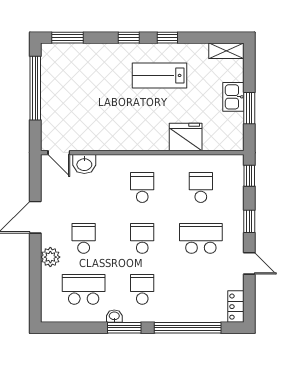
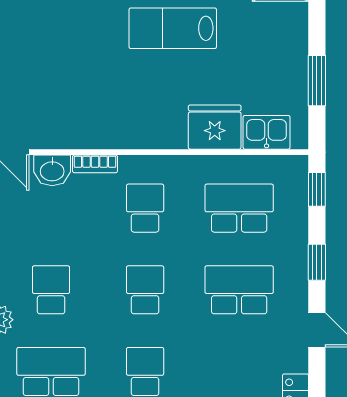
kitchen sink: (233, 97) -> (267, 132), moved, turned 90
bookcase: (111, 160) -> (95, 164), added
school desk: (201, 188) -> (239, 208), width x1.85

